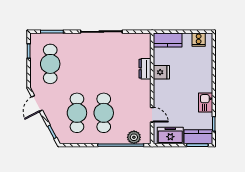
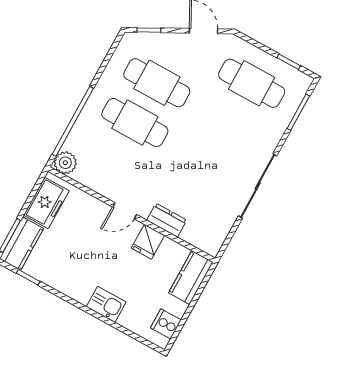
kitchen sink: (206, 103) -> (106, 304), moved
door: (152, 115) -> (125, 211), moved
plant: (134, 137) -> (65, 163), moved

